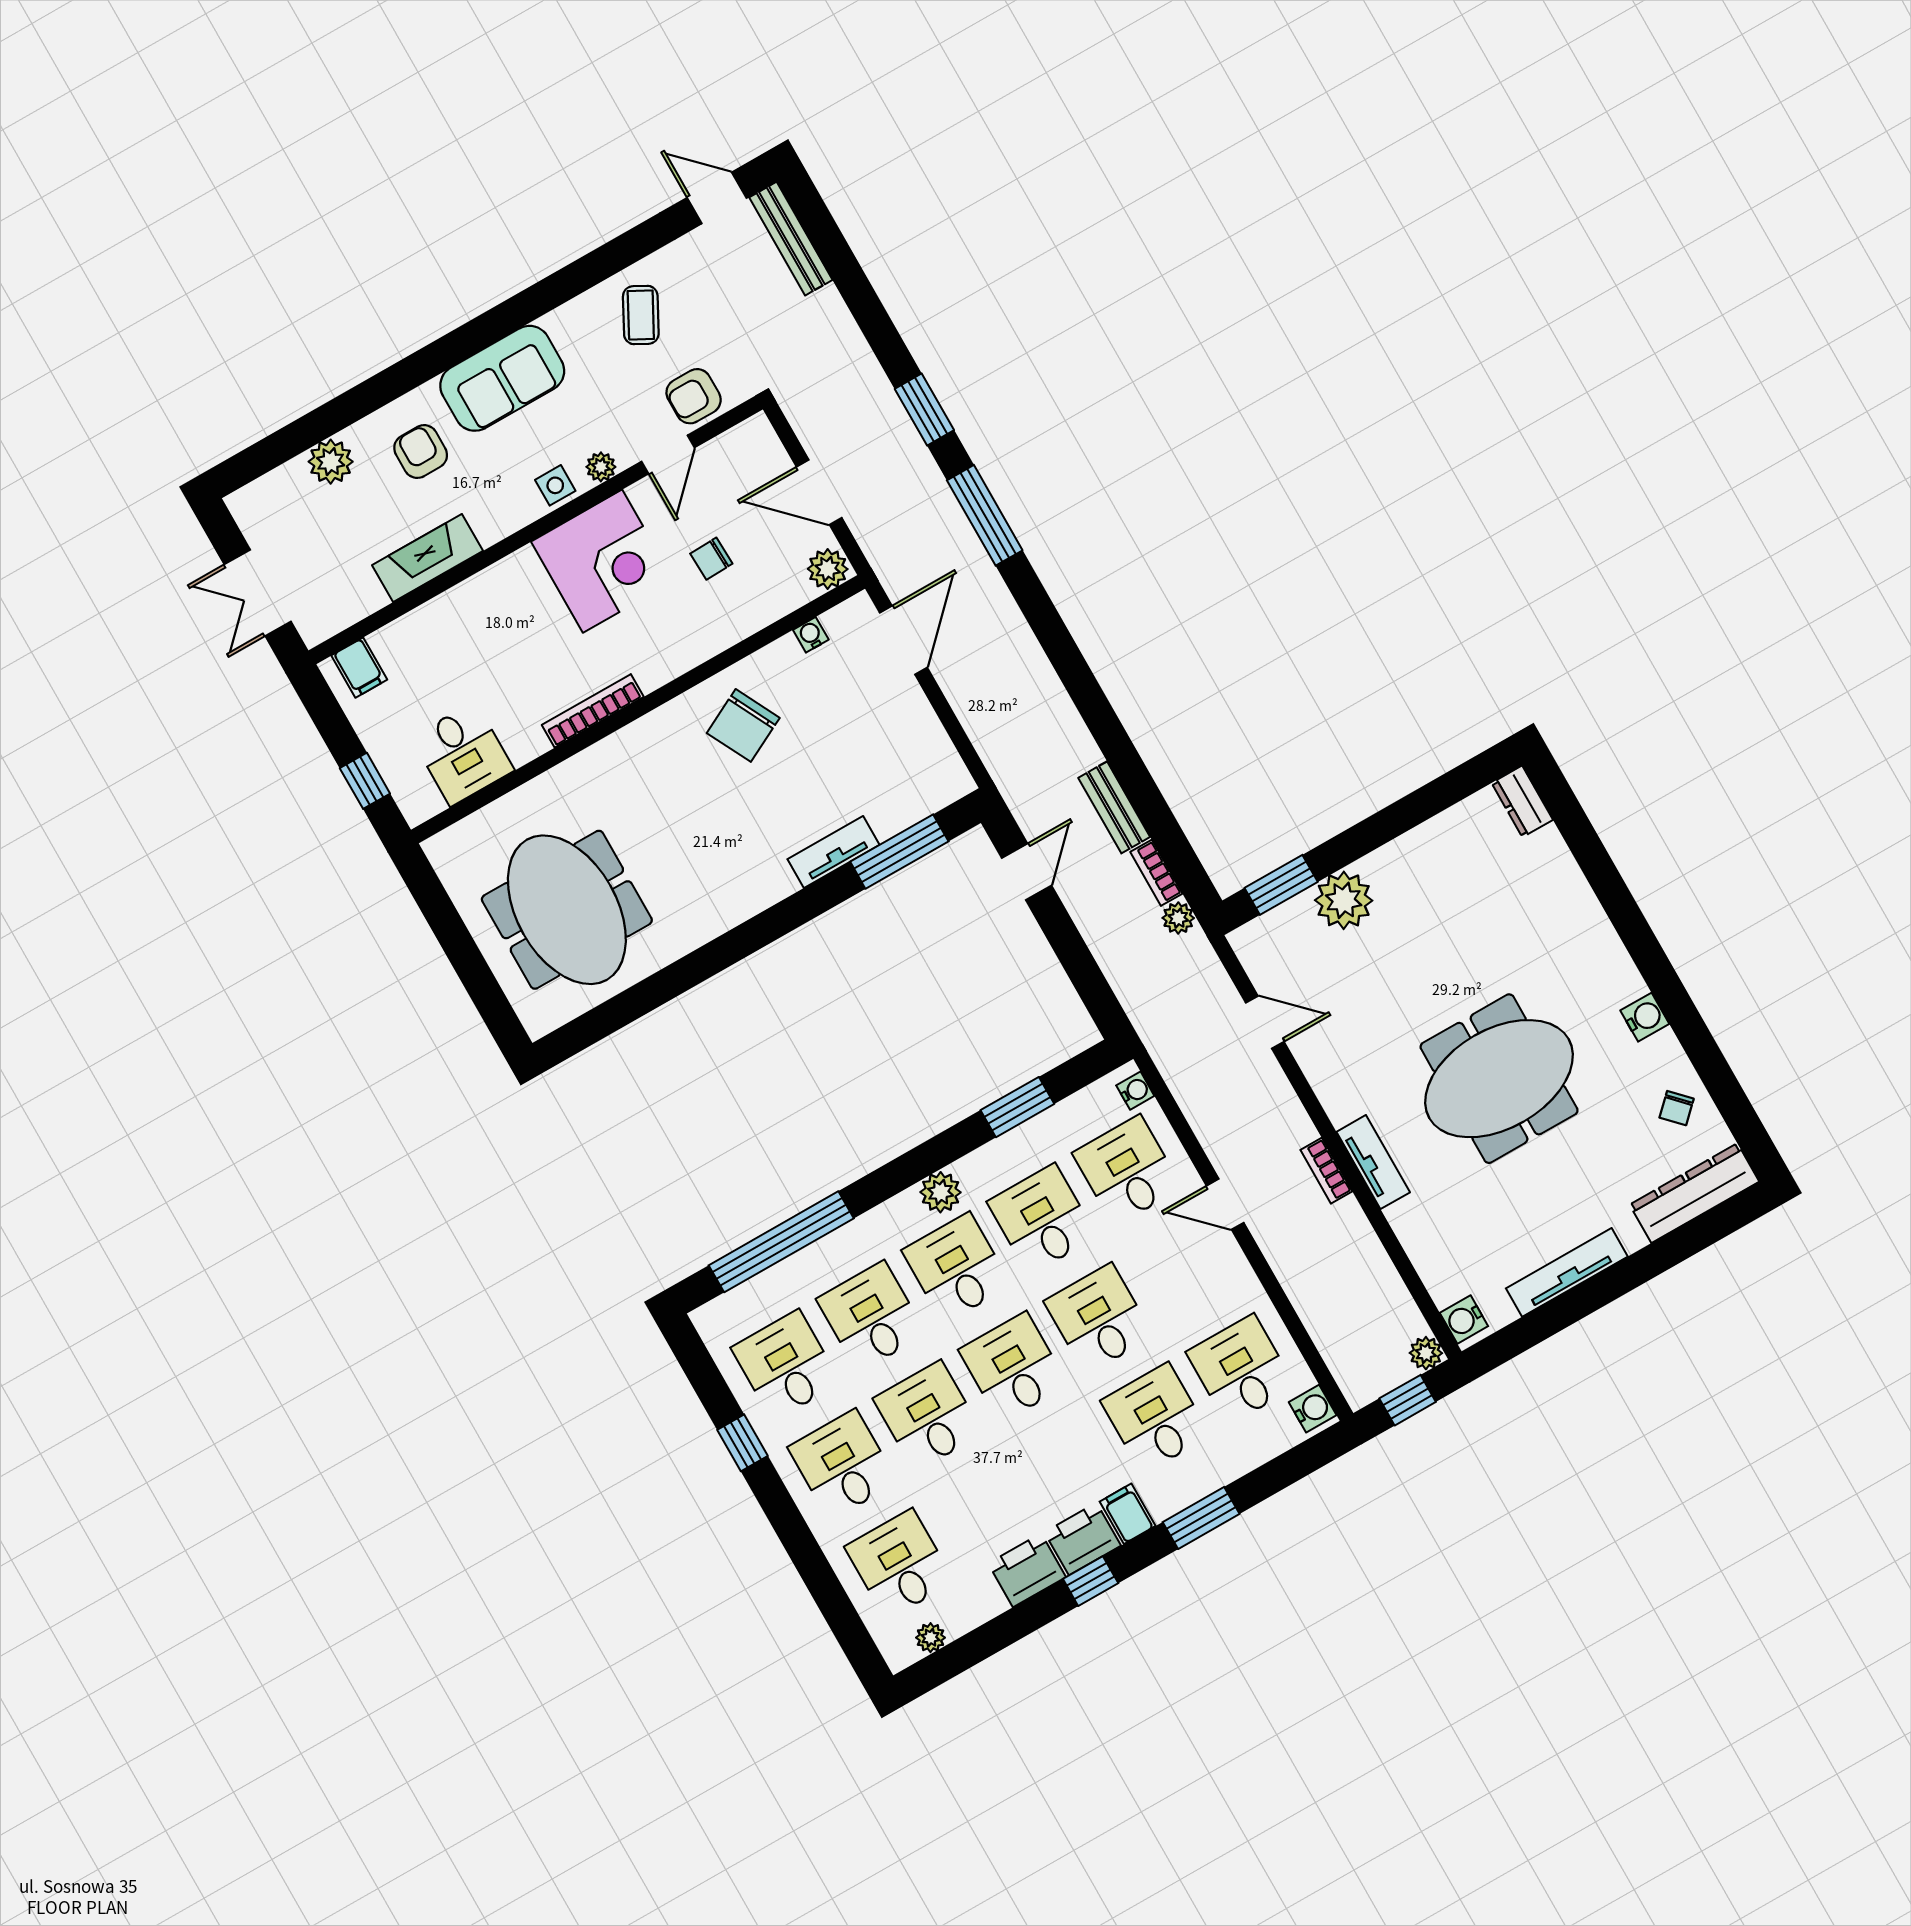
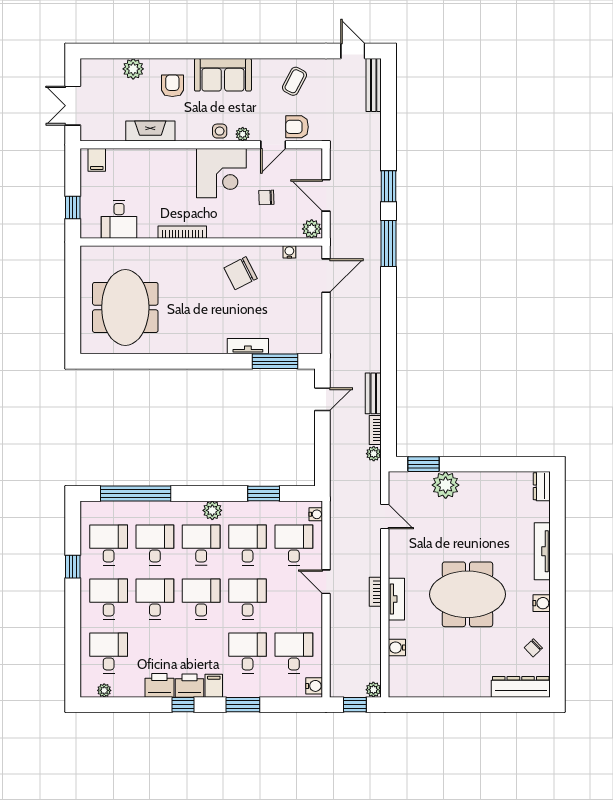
tv unit: (1567, 1272) -> (542, 551), moved, turned -90
water cooler: (1464, 1320) -> (397, 647), moved

